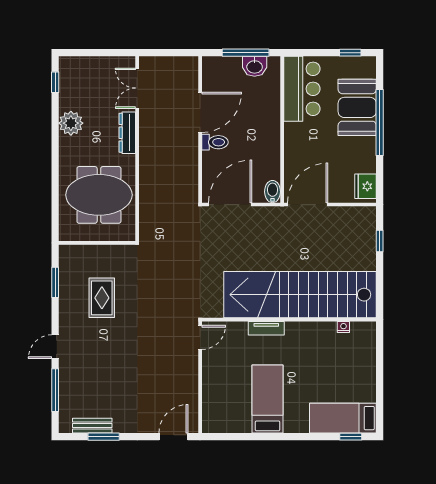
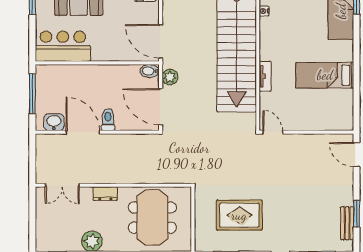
washbasin: (255, 66) -> (54, 122), moved, turned -90
dresser: (127, 133) -> (105, 194), width x0.70
plant: (265, 216) -> (170, 77), added
rug: (102, 298) -> (239, 215), width x1.36, depth x1.43

